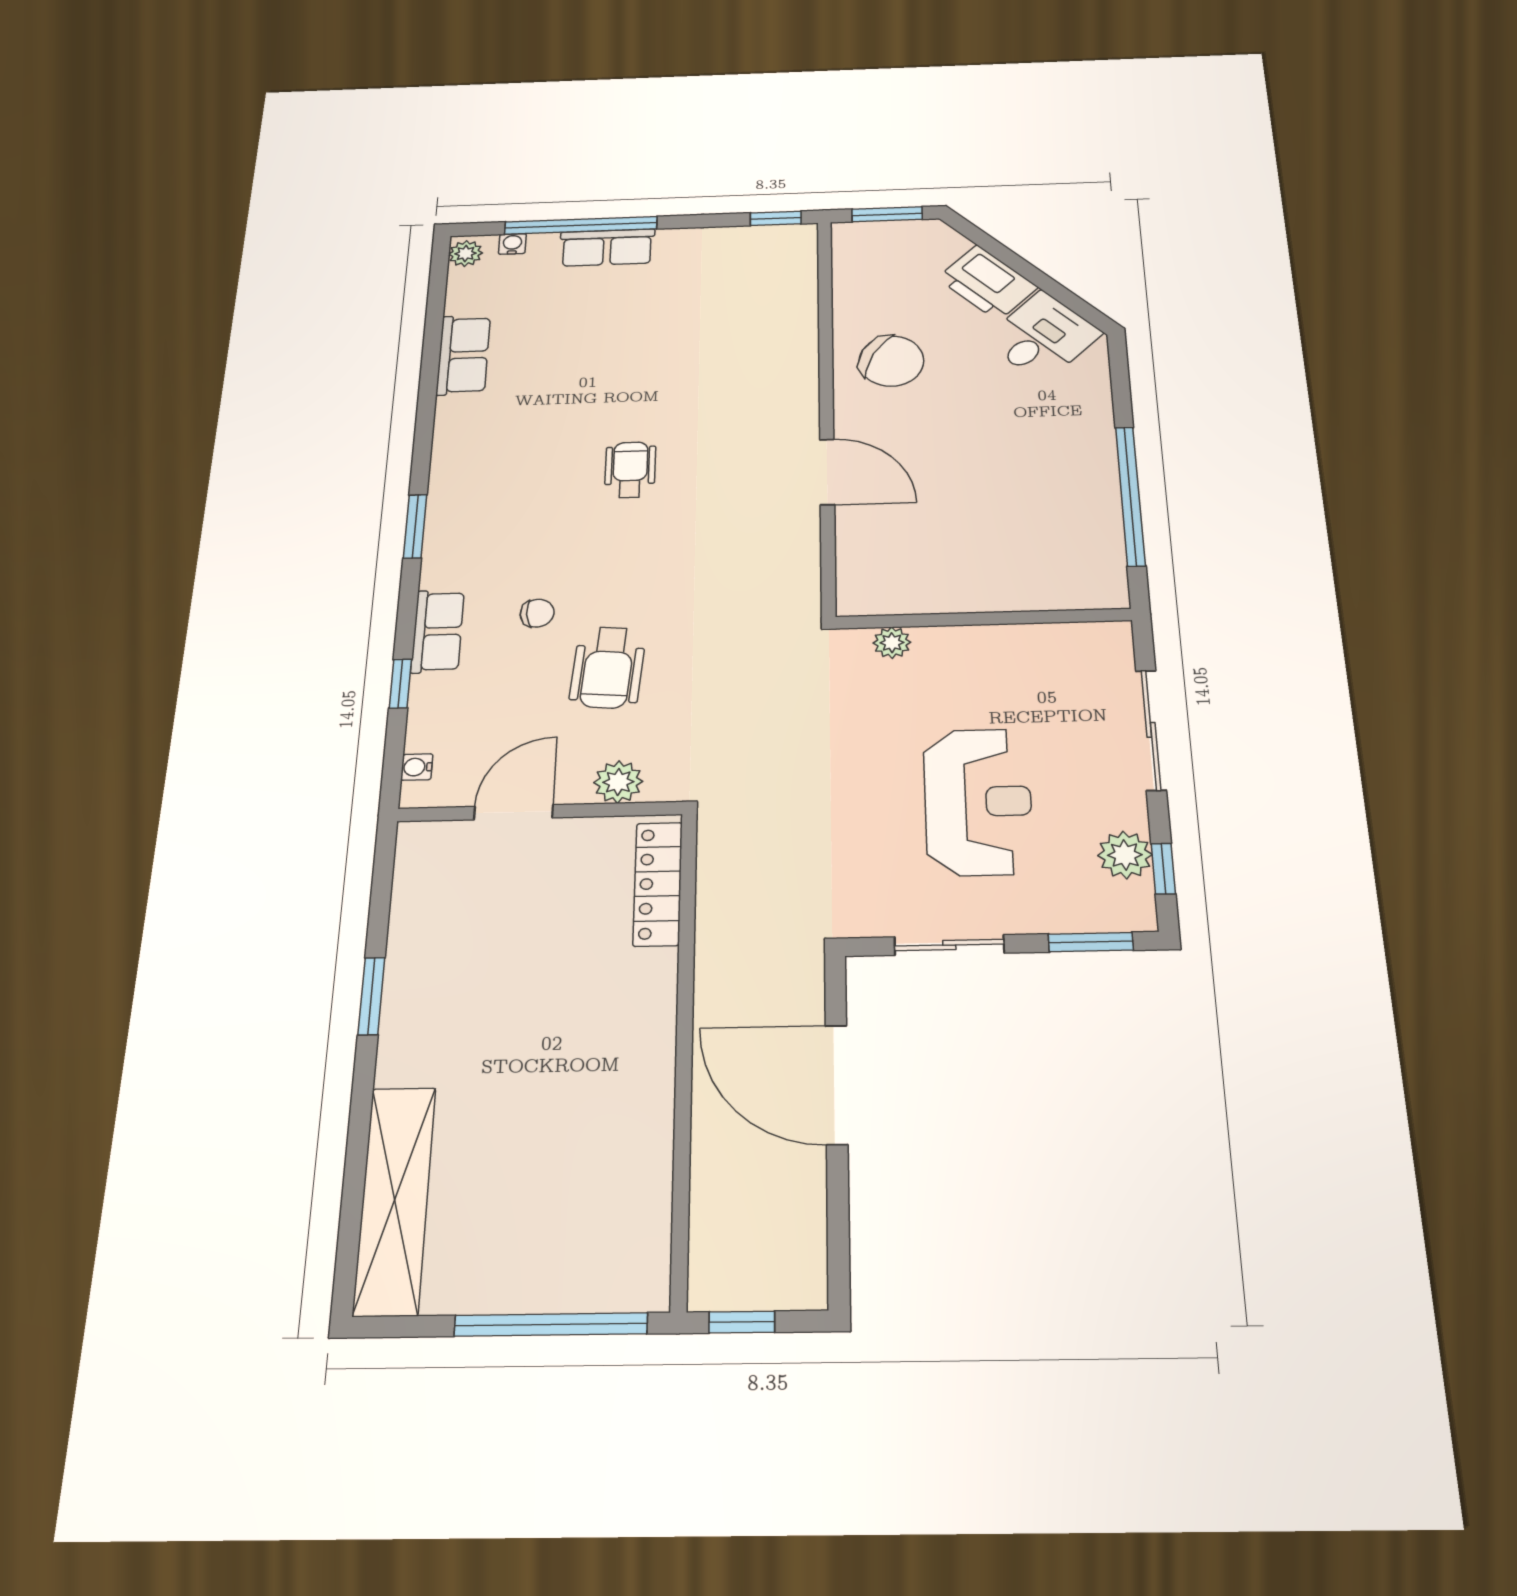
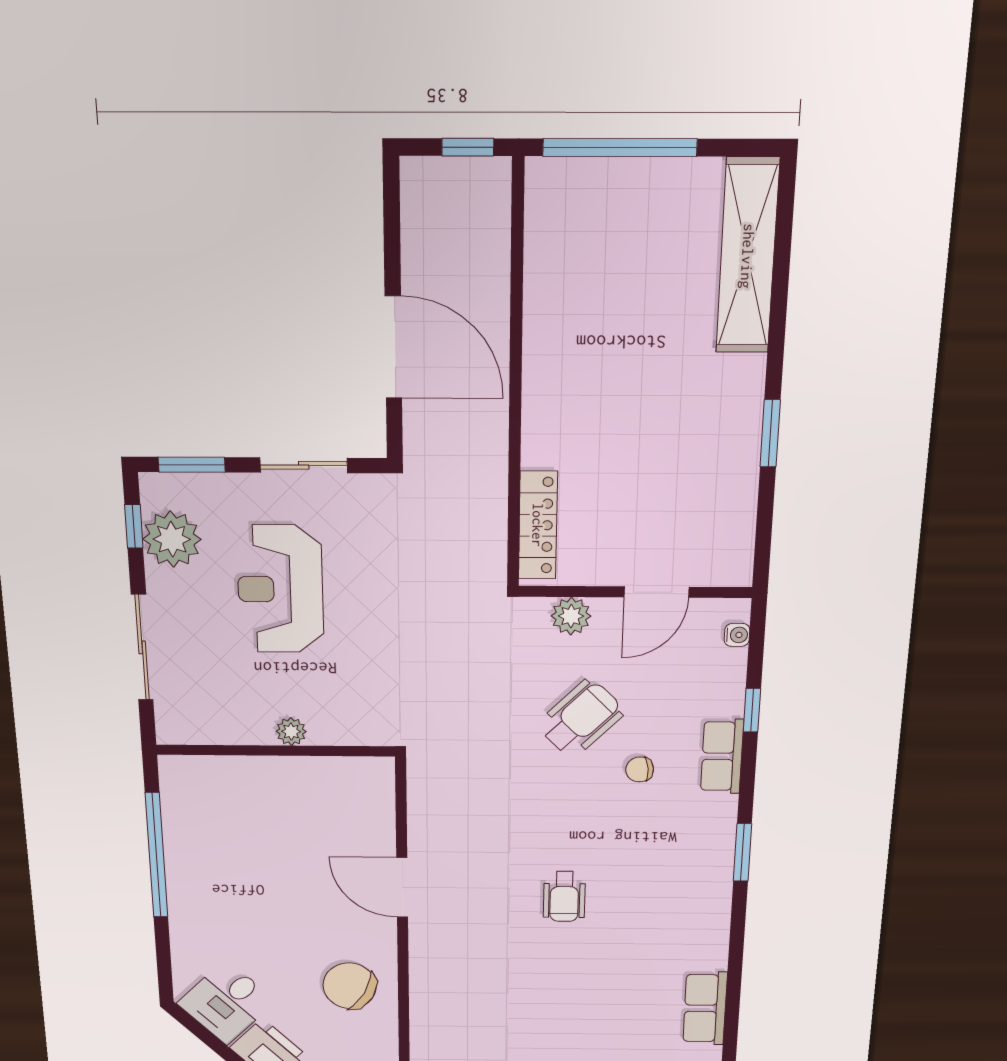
plant: (892, 643) -> (291, 732), moved
wheelchair: (608, 668) -> (581, 718), turned 40
plant: (1125, 855) -> (172, 539), width x1.36, depth x1.36

